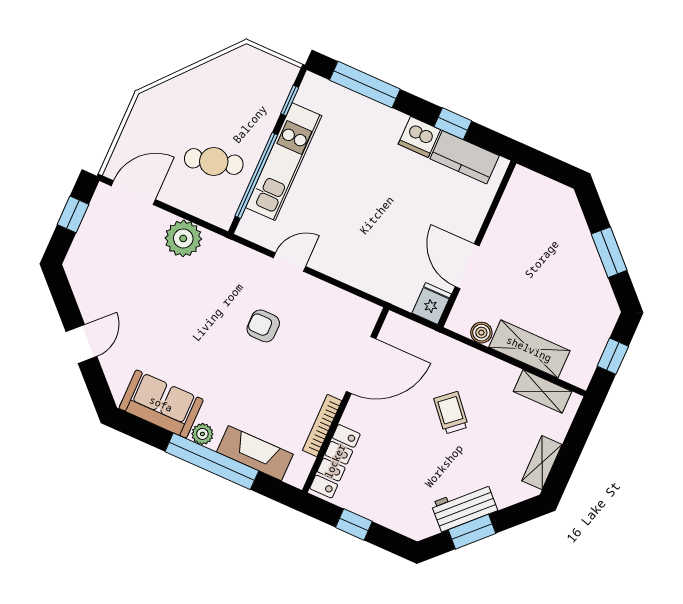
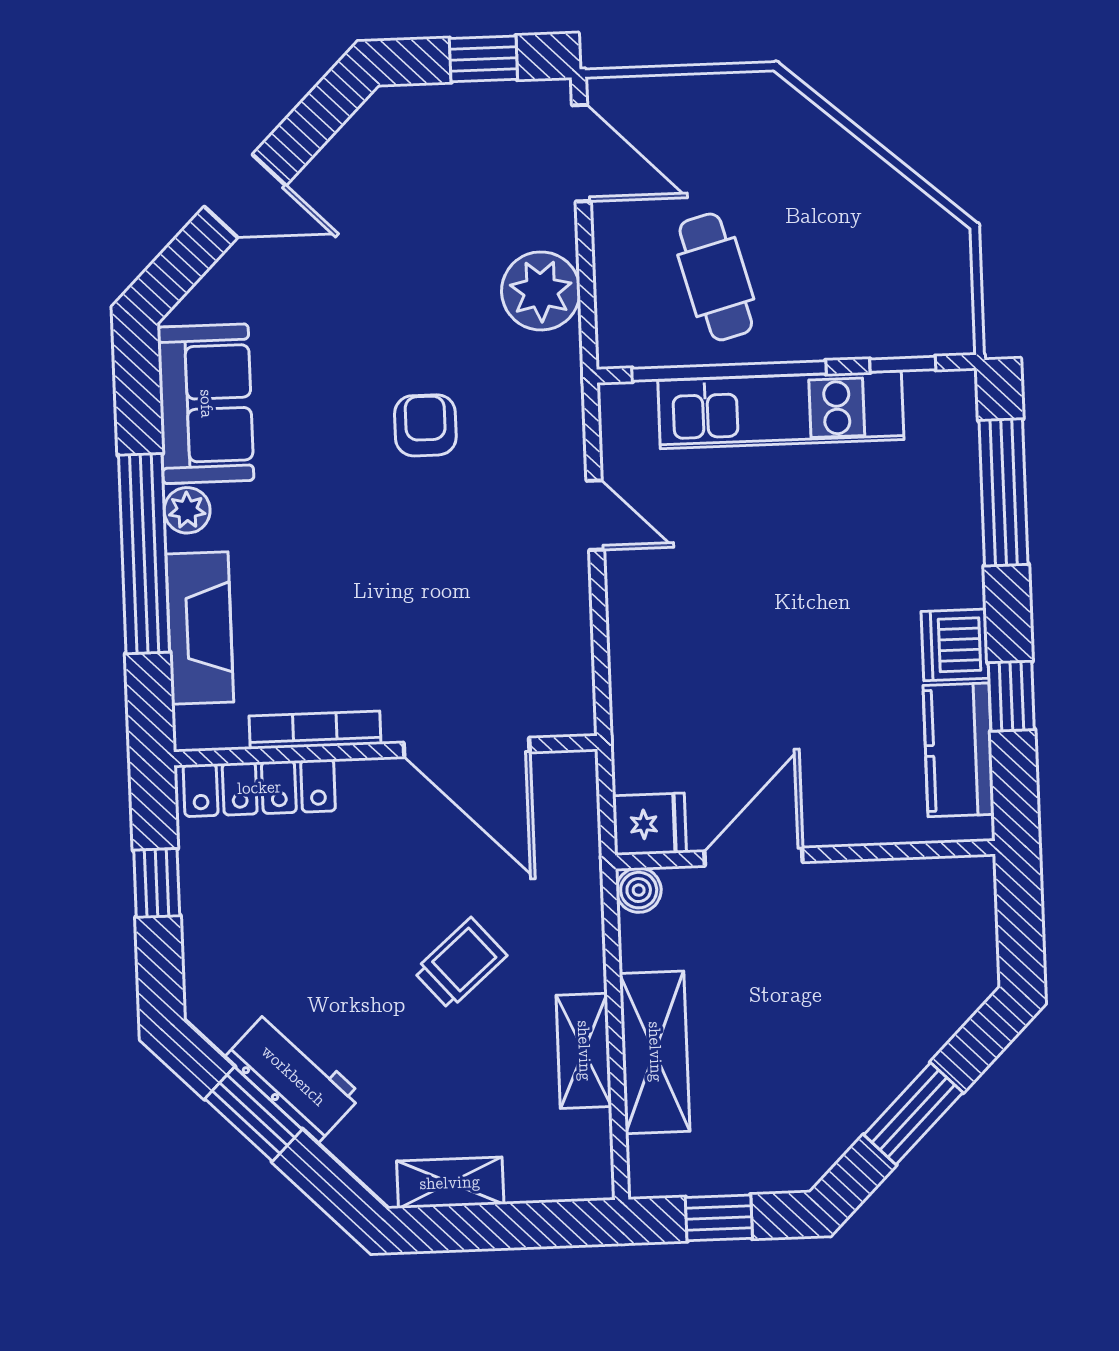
armchair: (263, 326) -> (425, 425), moved
boiler: (481, 333) -> (639, 890), moved
shelving: (543, 391) -> (584, 1051), moved

